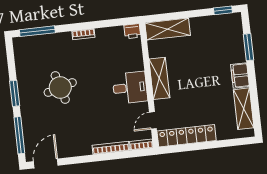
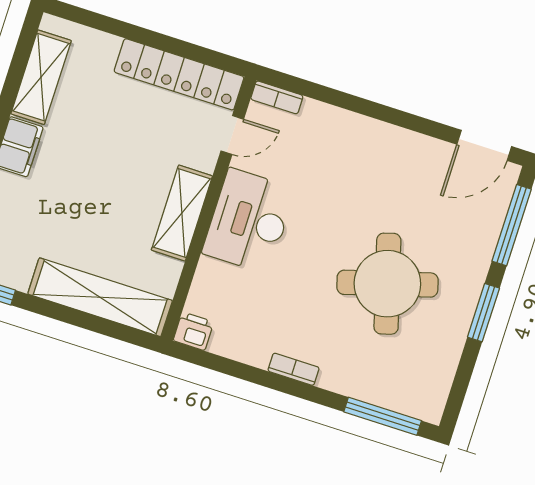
shelving: (168, 29) -> (100, 297), width x1.47
round table: (60, 87) -> (387, 284), width x1.36, depth x1.36
desk: (130, 88) -> (249, 221), width x1.37
bookcase: (111, 148) -> (341, 118), removed

